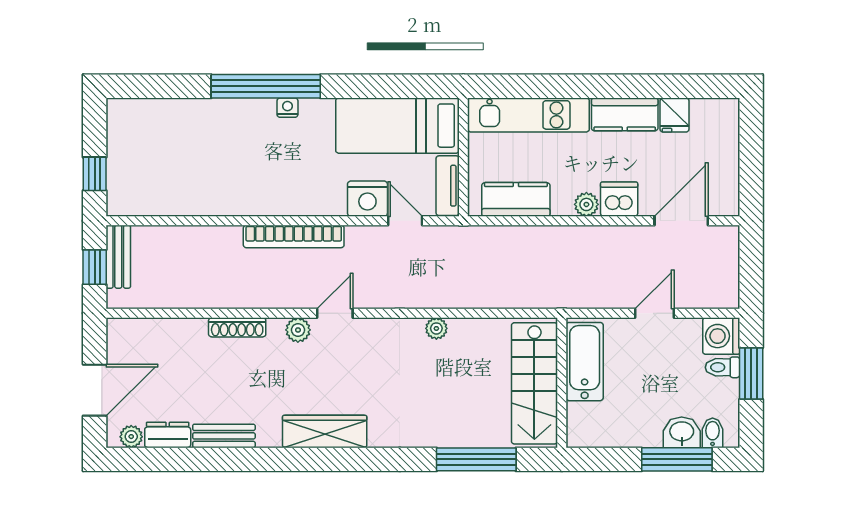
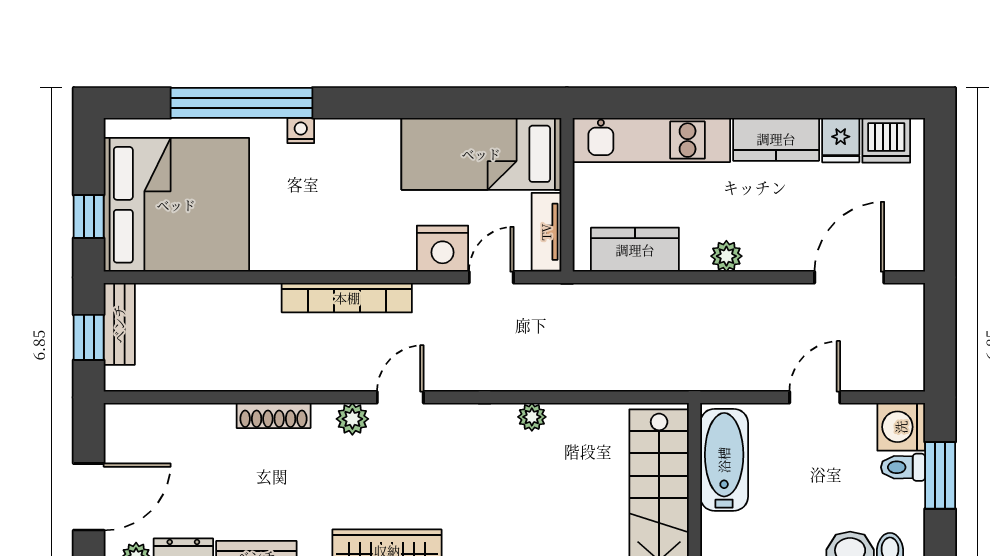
window: (266, 86) -> (241, 103), moved
nightstand: (287, 108) -> (301, 131), moved
bed: (162, 165) -> (176, 205), added
dishwasher: (619, 199) -> (886, 140), moved, turned 180
door: (405, 221) -> (491, 277), hinge flipped

